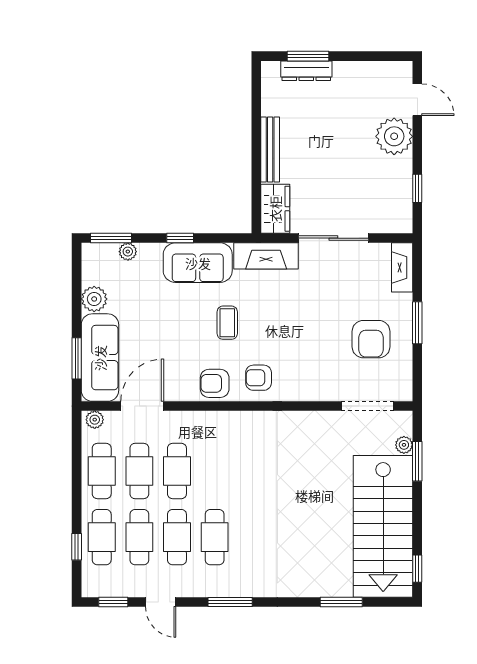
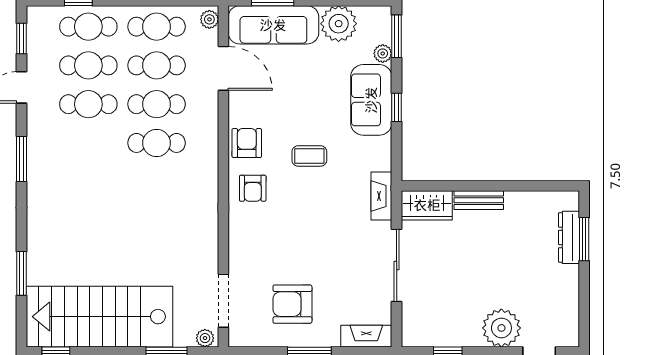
bench: (270, 150) -> (479, 200), width x0.73
fireplace: (266, 256) -> (381, 196), width x0.73, depth x0.76
sofa: (198, 263) -> (371, 100), moved
plant: (94, 299) -> (339, 24), width x1.36, depth x1.36
armchair: (259, 378) -> (253, 188), turned 180
plant: (404, 445) -> (205, 338), moved
cafe table: (215, 537) -> (157, 143), moved

